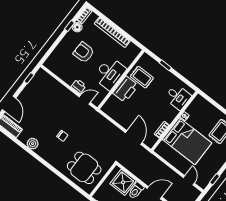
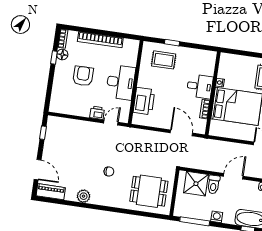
armchair: (84, 52) -> (83, 76), turned 90
rug: (142, 77) -> (164, 60), moved
printer: (125, 89) -> (144, 101), moved
desk: (178, 97) -> (200, 86), moved

